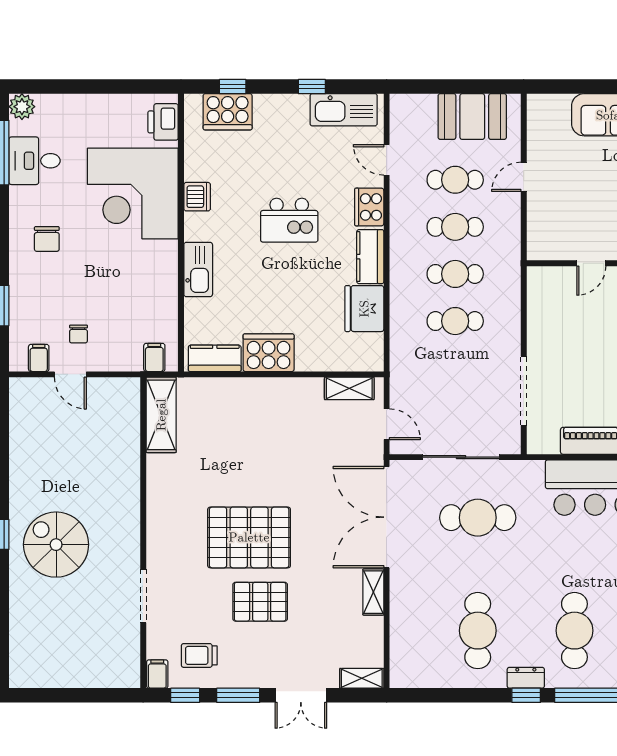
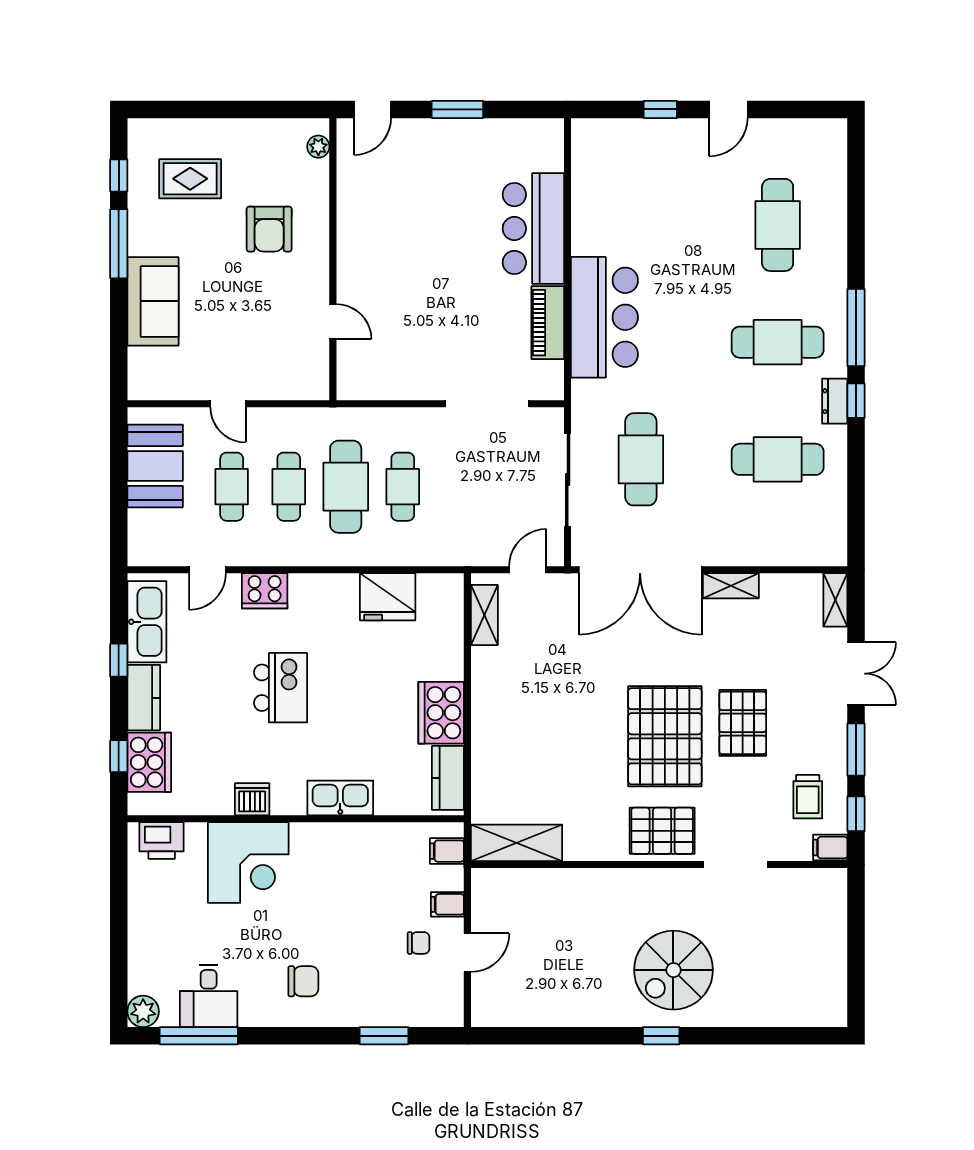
corner desk: (133, 194) -> (248, 863), width x0.74, depth x0.74
kitchen counter: (370, 257) -> (144, 698), moved, turned -90
cafe table: (455, 274) -> (346, 487), width x1.37, depth x1.35
filing cabinet: (39, 358) -> (447, 904), moved
pallet: (171, 535) -> (662, 831), added

